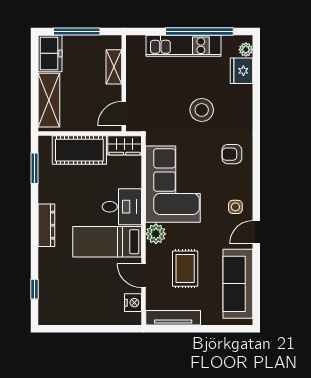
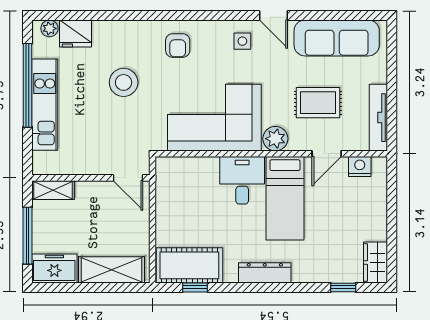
shelving: (114, 67) -> (53, 190), moved
wardrobe: (125, 145) -> (375, 262), moved, turned 180
cot: (79, 150) -> (189, 265), moved, turned 90
window: (34, 168) -> (195, 287), width x0.67

